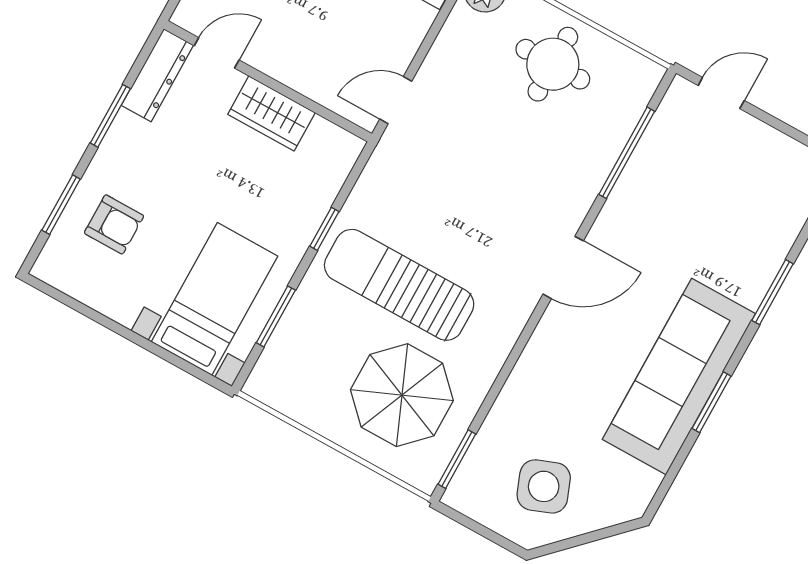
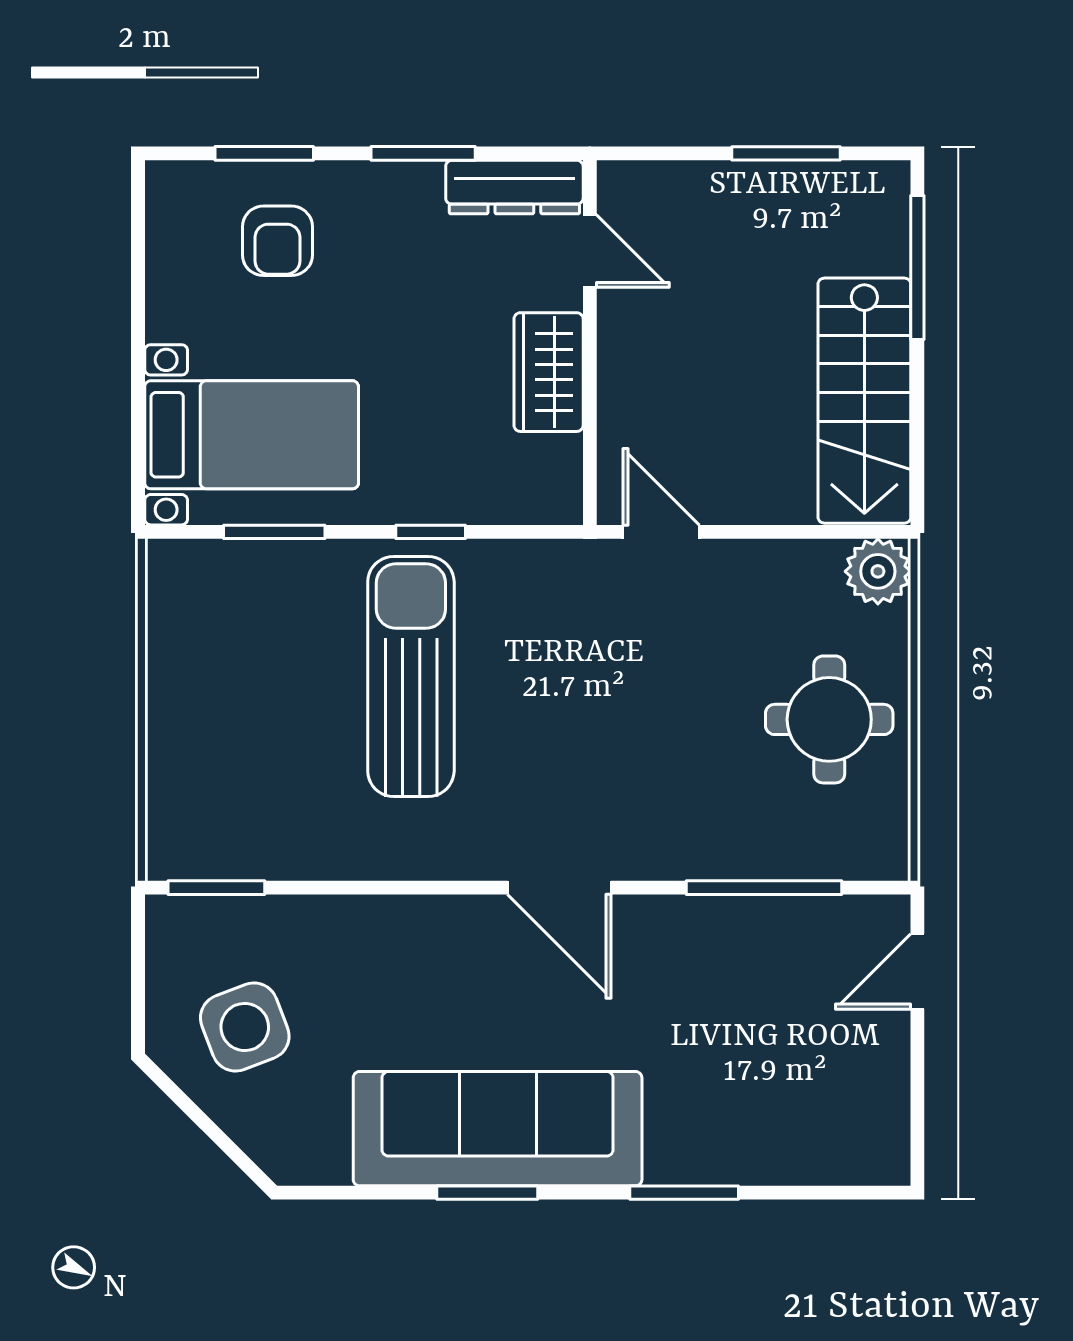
door: (721, 93) -> (917, 972), swing flipped
parasol: (402, 395) -> (262, 764), removed

